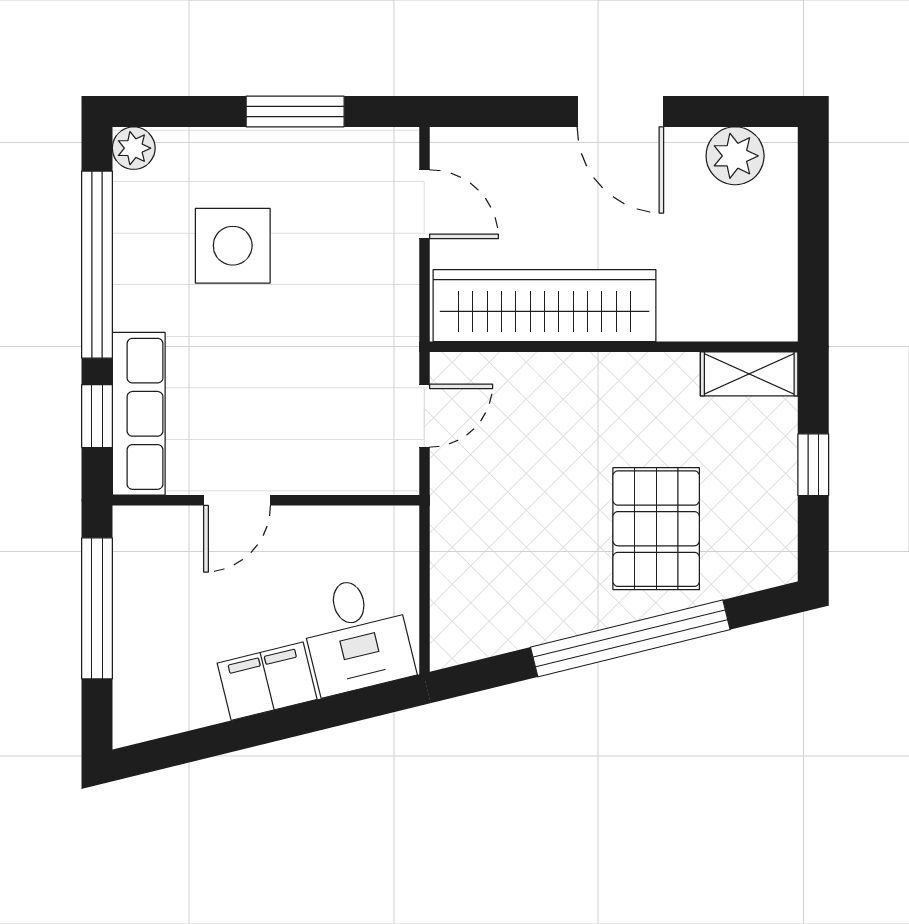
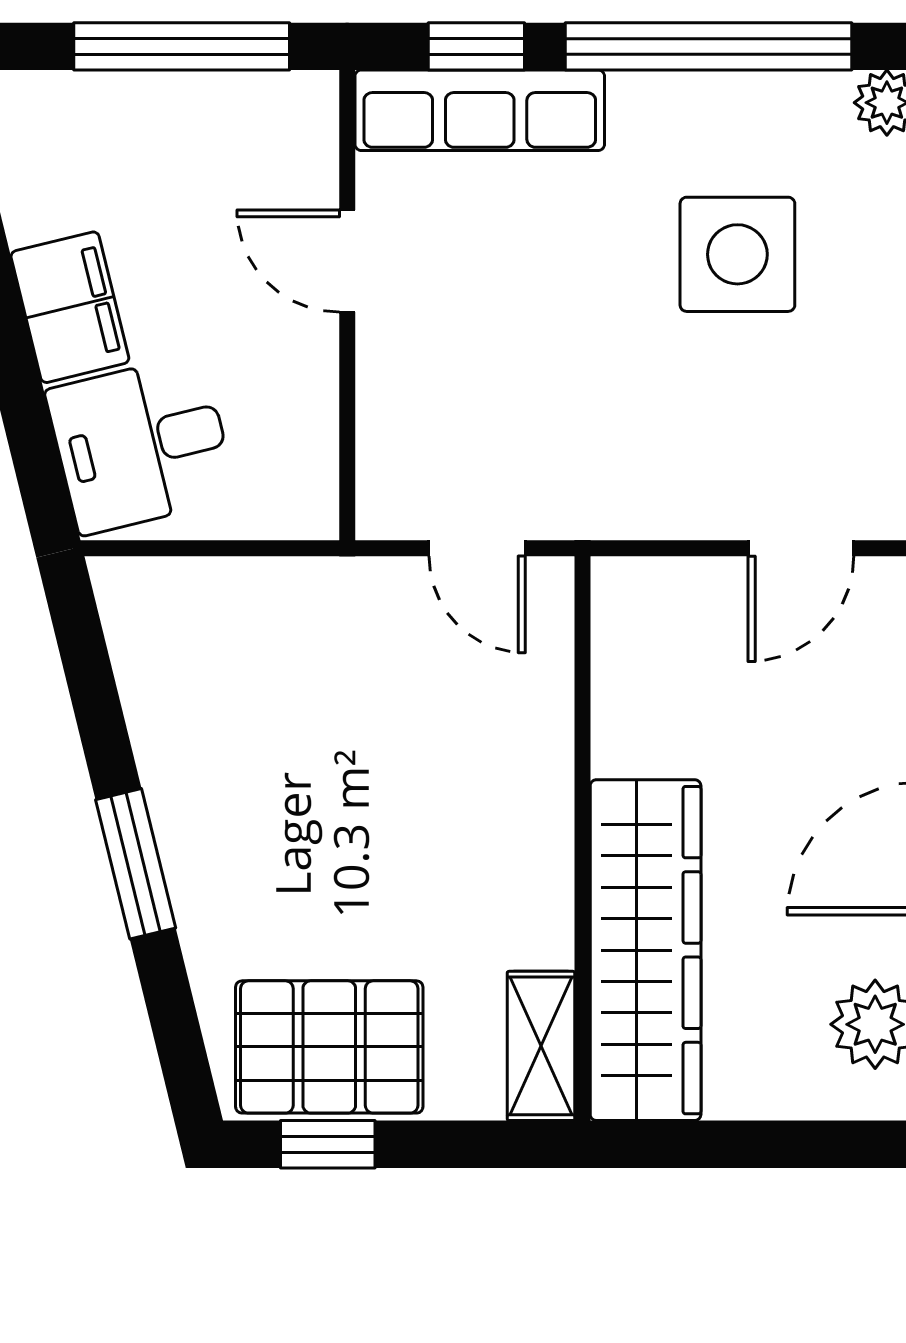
wardrobe: (545, 306) -> (646, 950), moved
window: (813, 465) -> (328, 1144), moved
pallet: (656, 529) -> (329, 1047), moved
window: (630, 638) -> (136, 864), width x0.47

